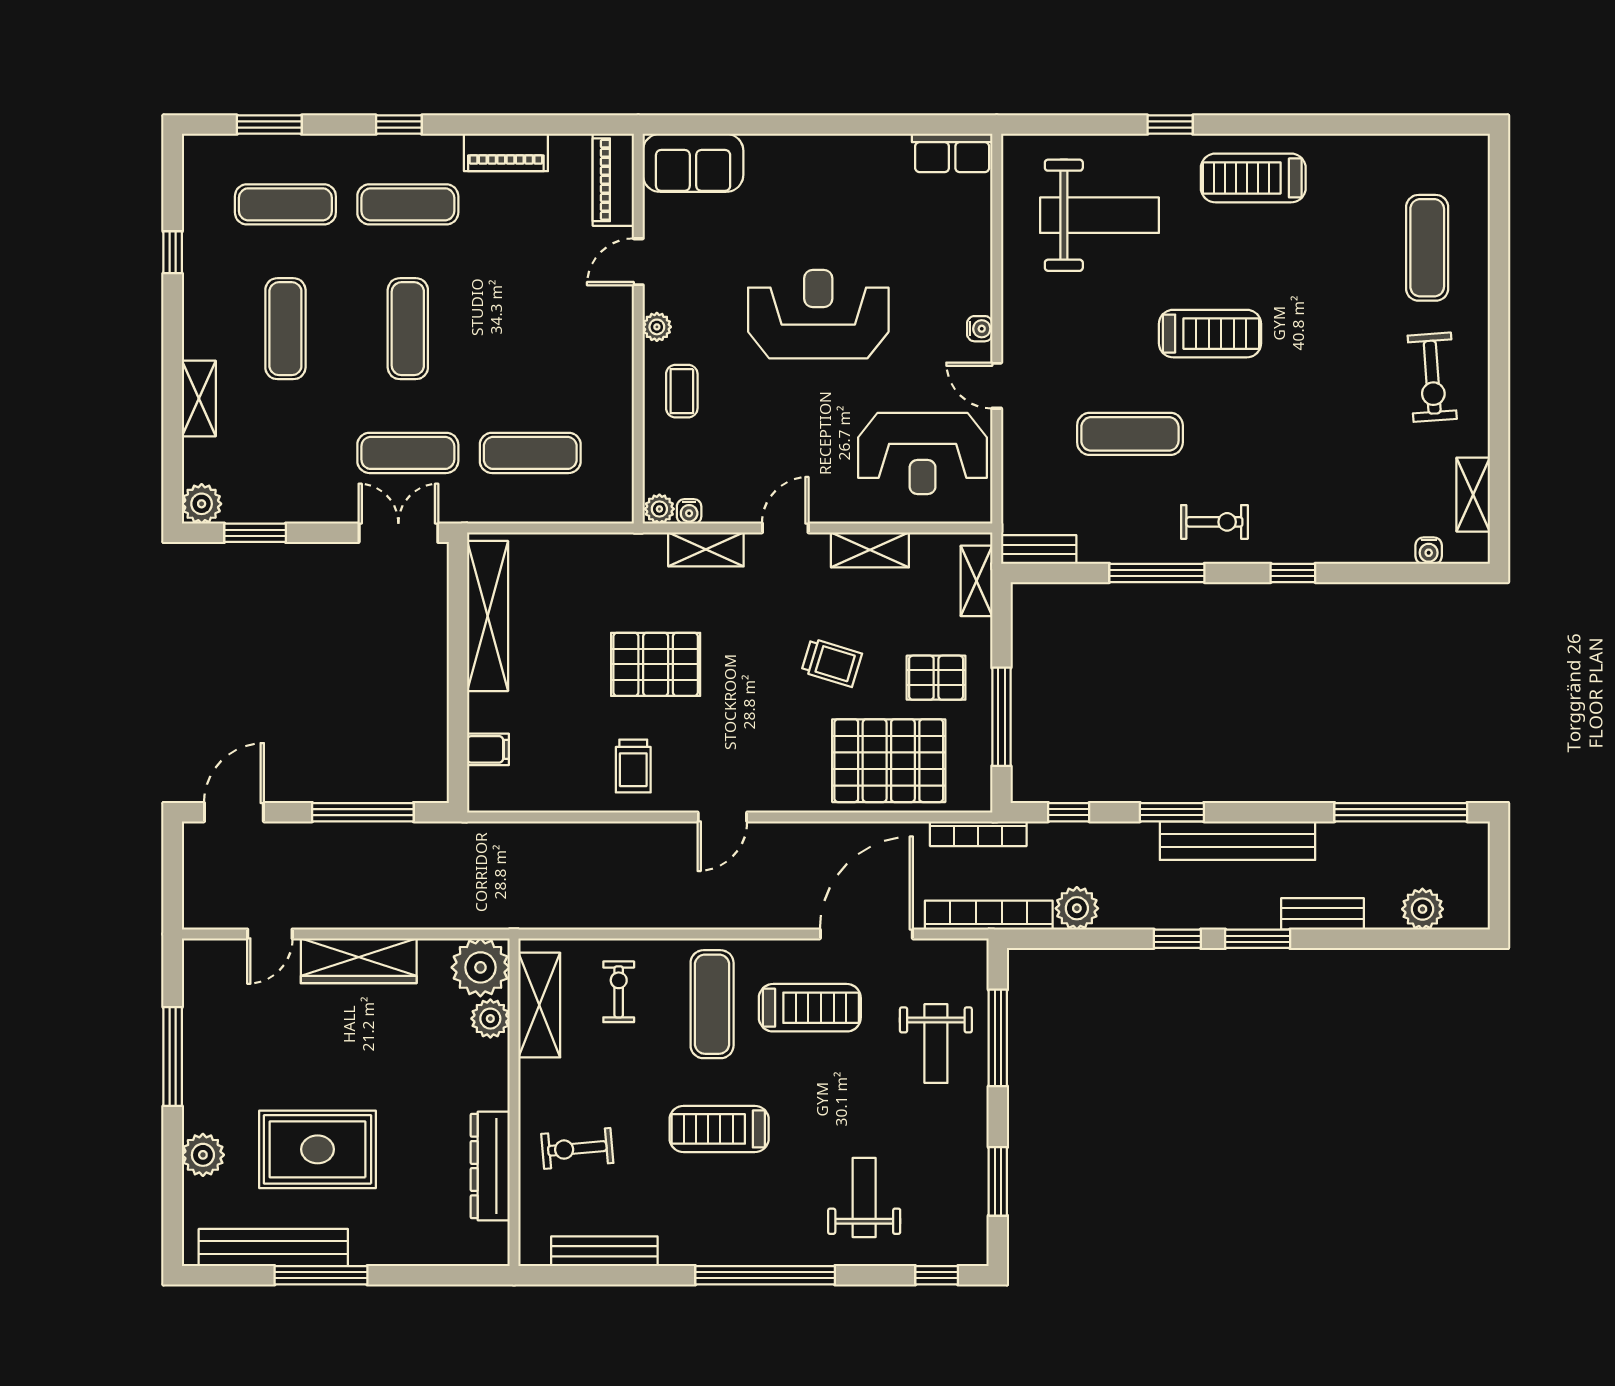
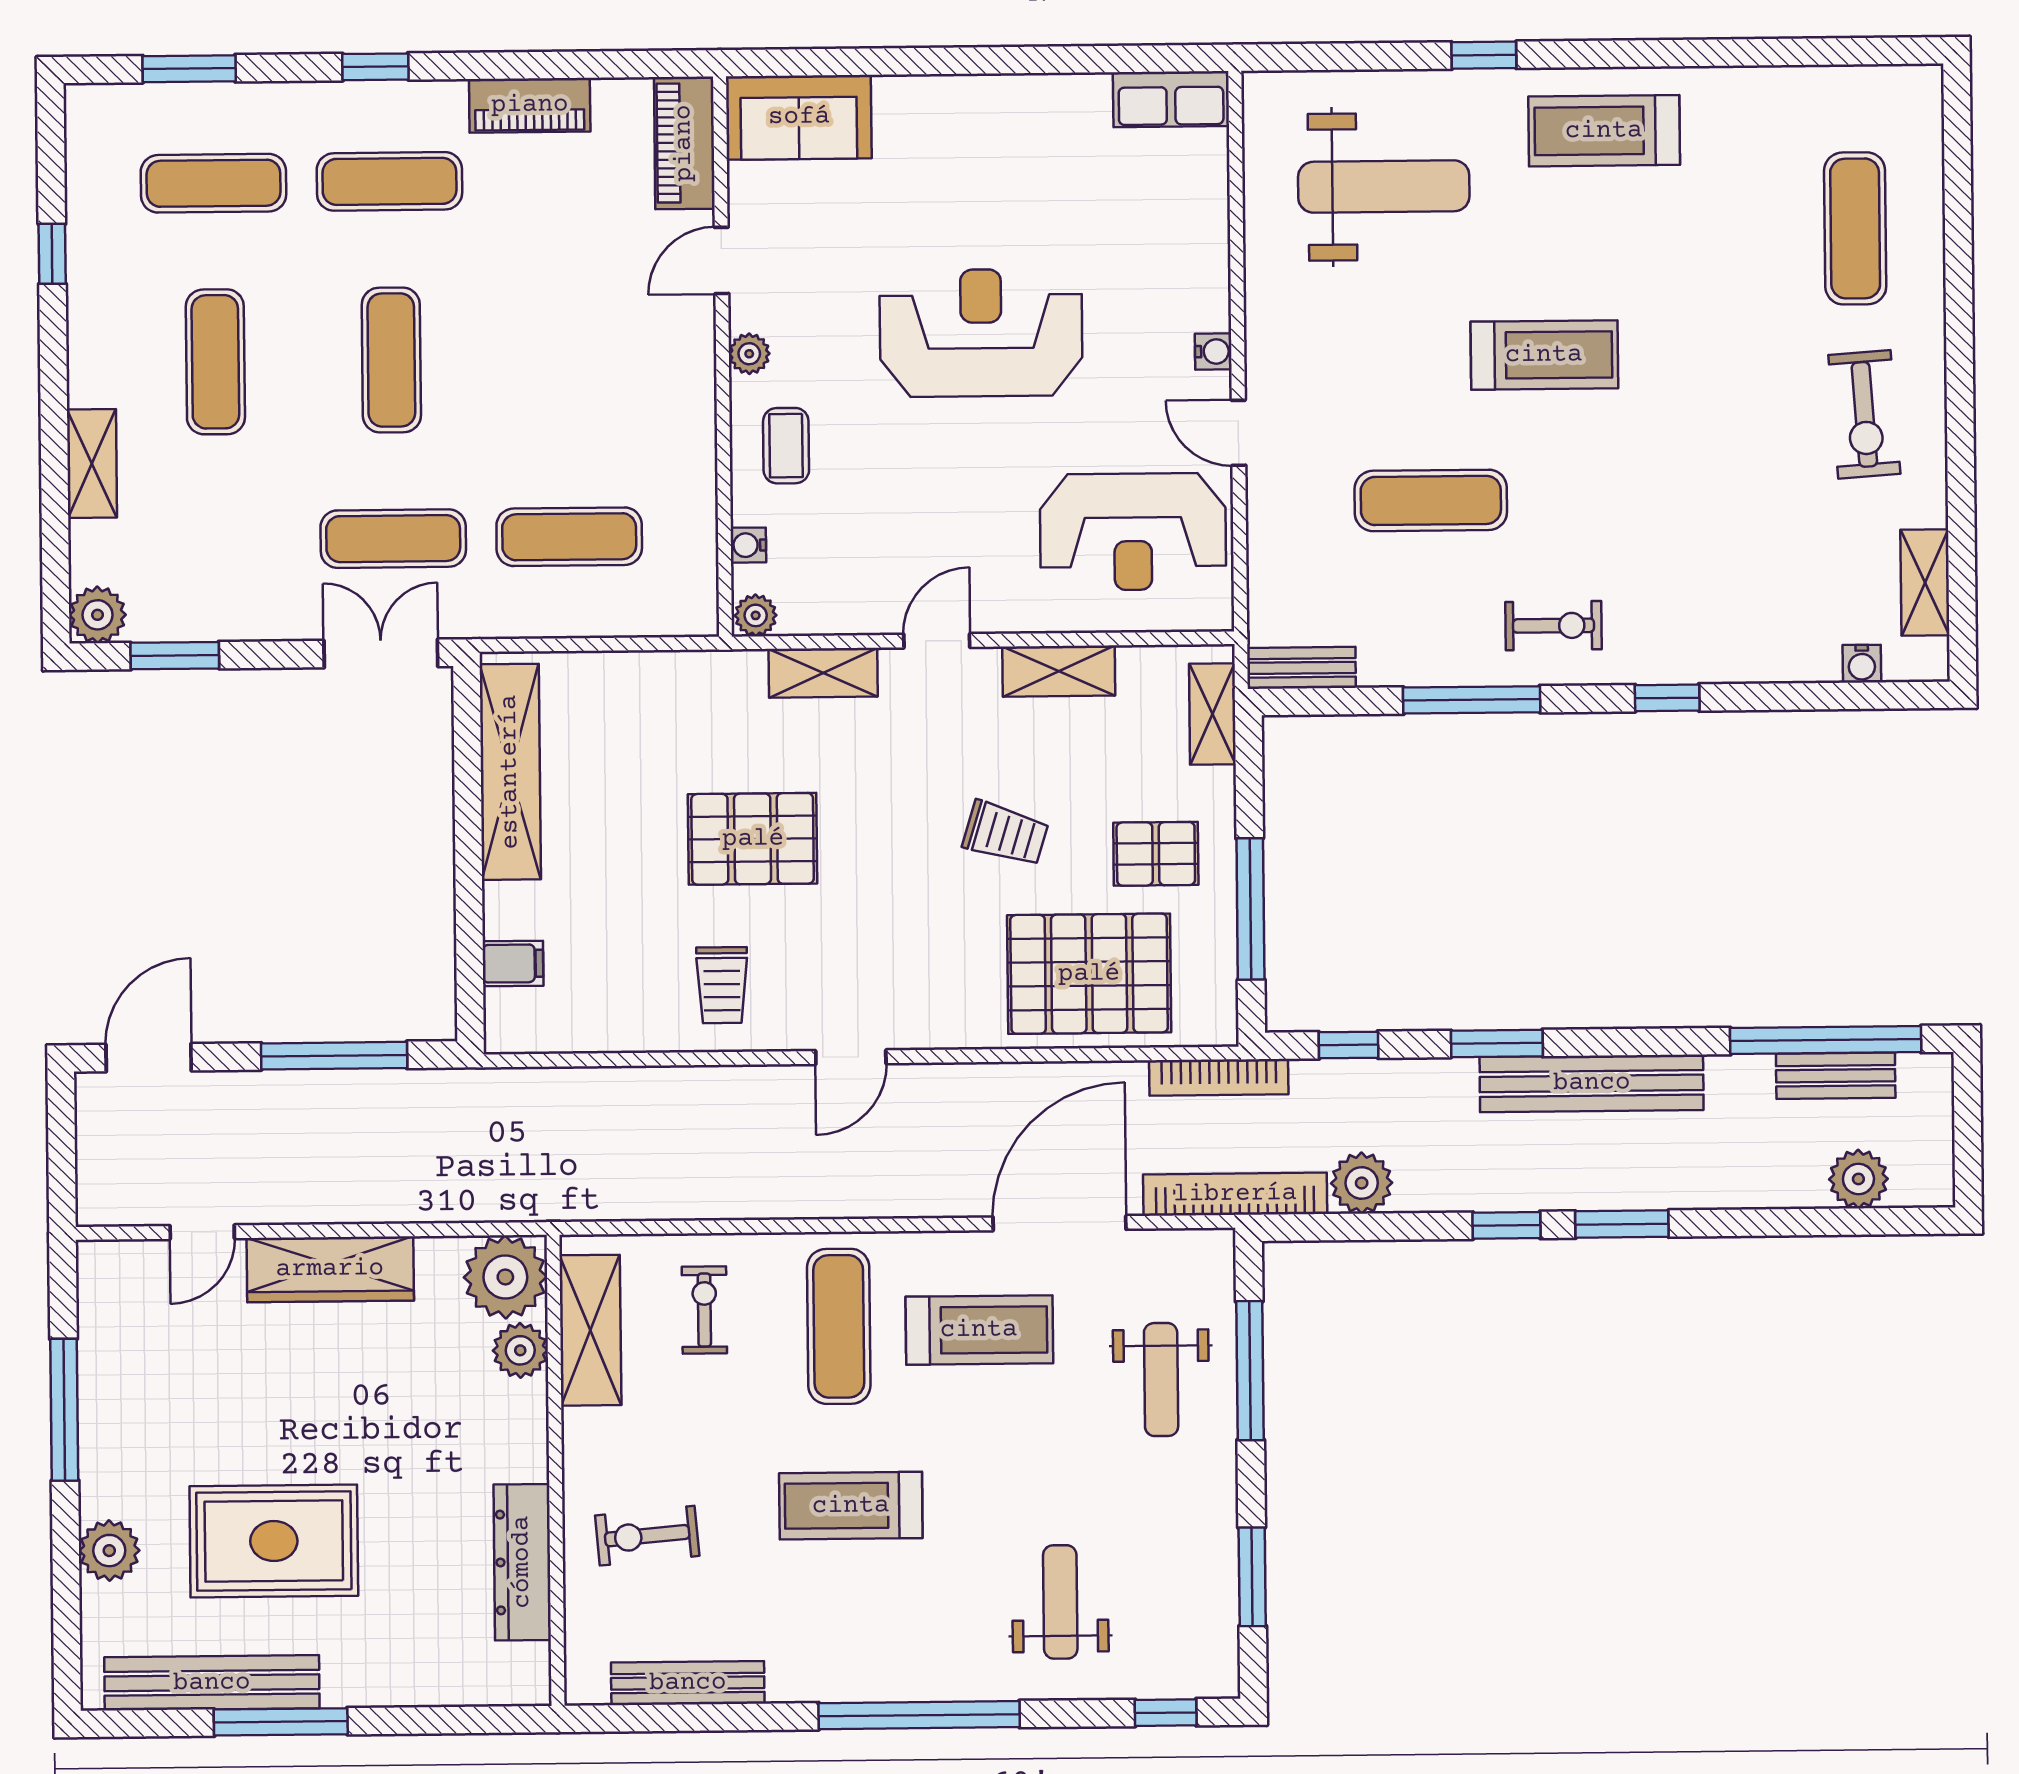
water cooler: (689, 511) -> (748, 545), moved, turned 90
bench: (1322, 914) -> (1836, 1076), moved

